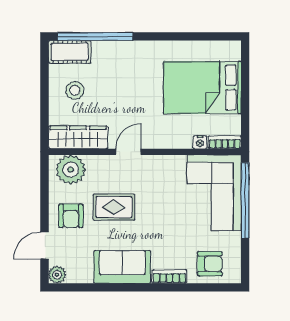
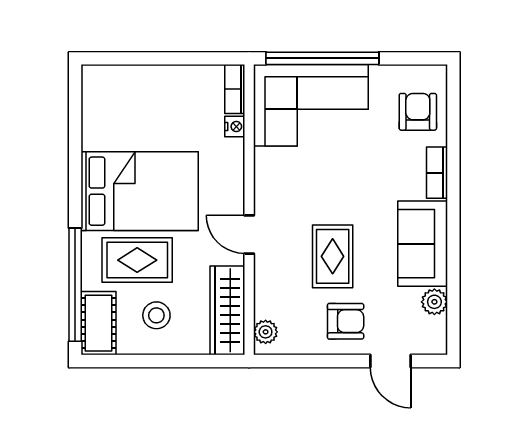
rug: (111, 78) -> (137, 260), added
bed: (202, 88) -> (140, 191), moved, turned -90
plant: (71, 170) -> (266, 332), width x0.53, depth x0.53
plant: (57, 275) -> (434, 302), moved

